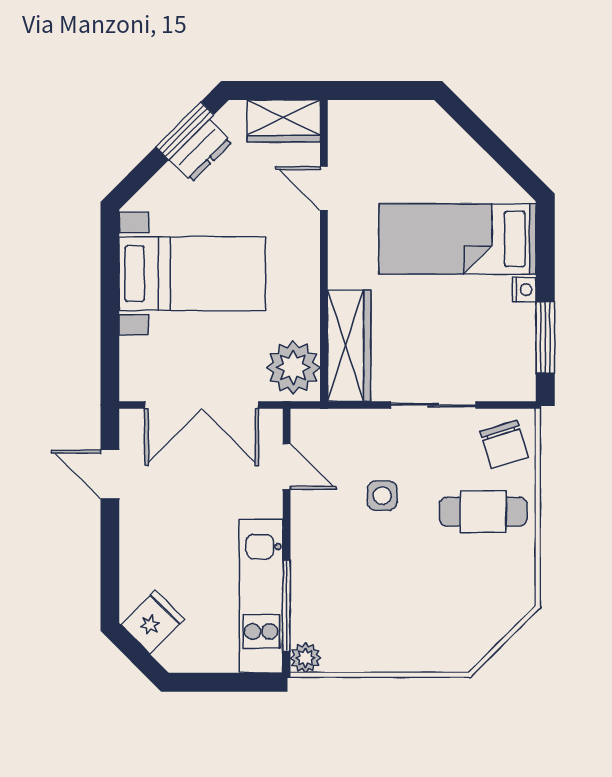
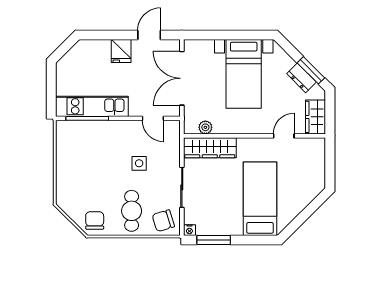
nightstand: (524, 290) -> (189, 230), moved
plant: (293, 367) -> (205, 127), width x0.53, depth x0.53
door: (287, 467) -> (153, 118), hinge flipped
chair: (504, 590) -> (95, 220), added
fridge: (153, 622) -> (121, 51), moved, turned 45
plant: (305, 658) -> (63, 127), removed

